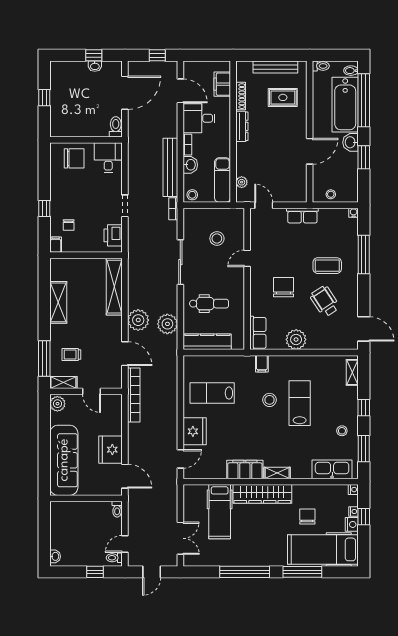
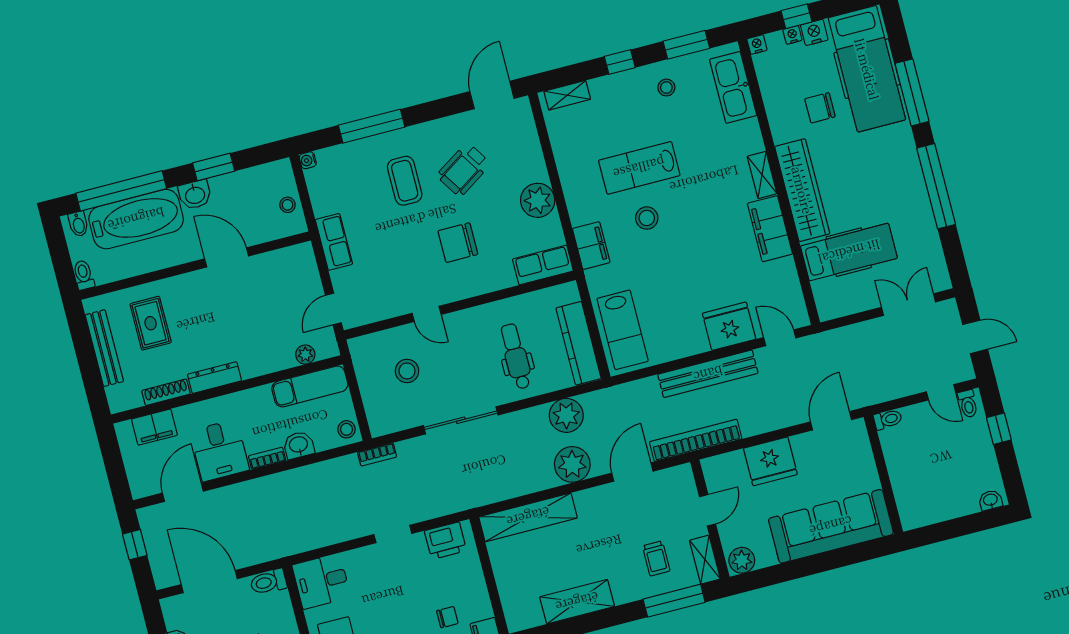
bench: (170, 167) -> (708, 374), moved
filing cabinet: (262, 364) -> (591, 246), width x2.00
lab bench: (212, 393) -> (623, 330), moved
fridge: (110, 450) -> (770, 461), moved

